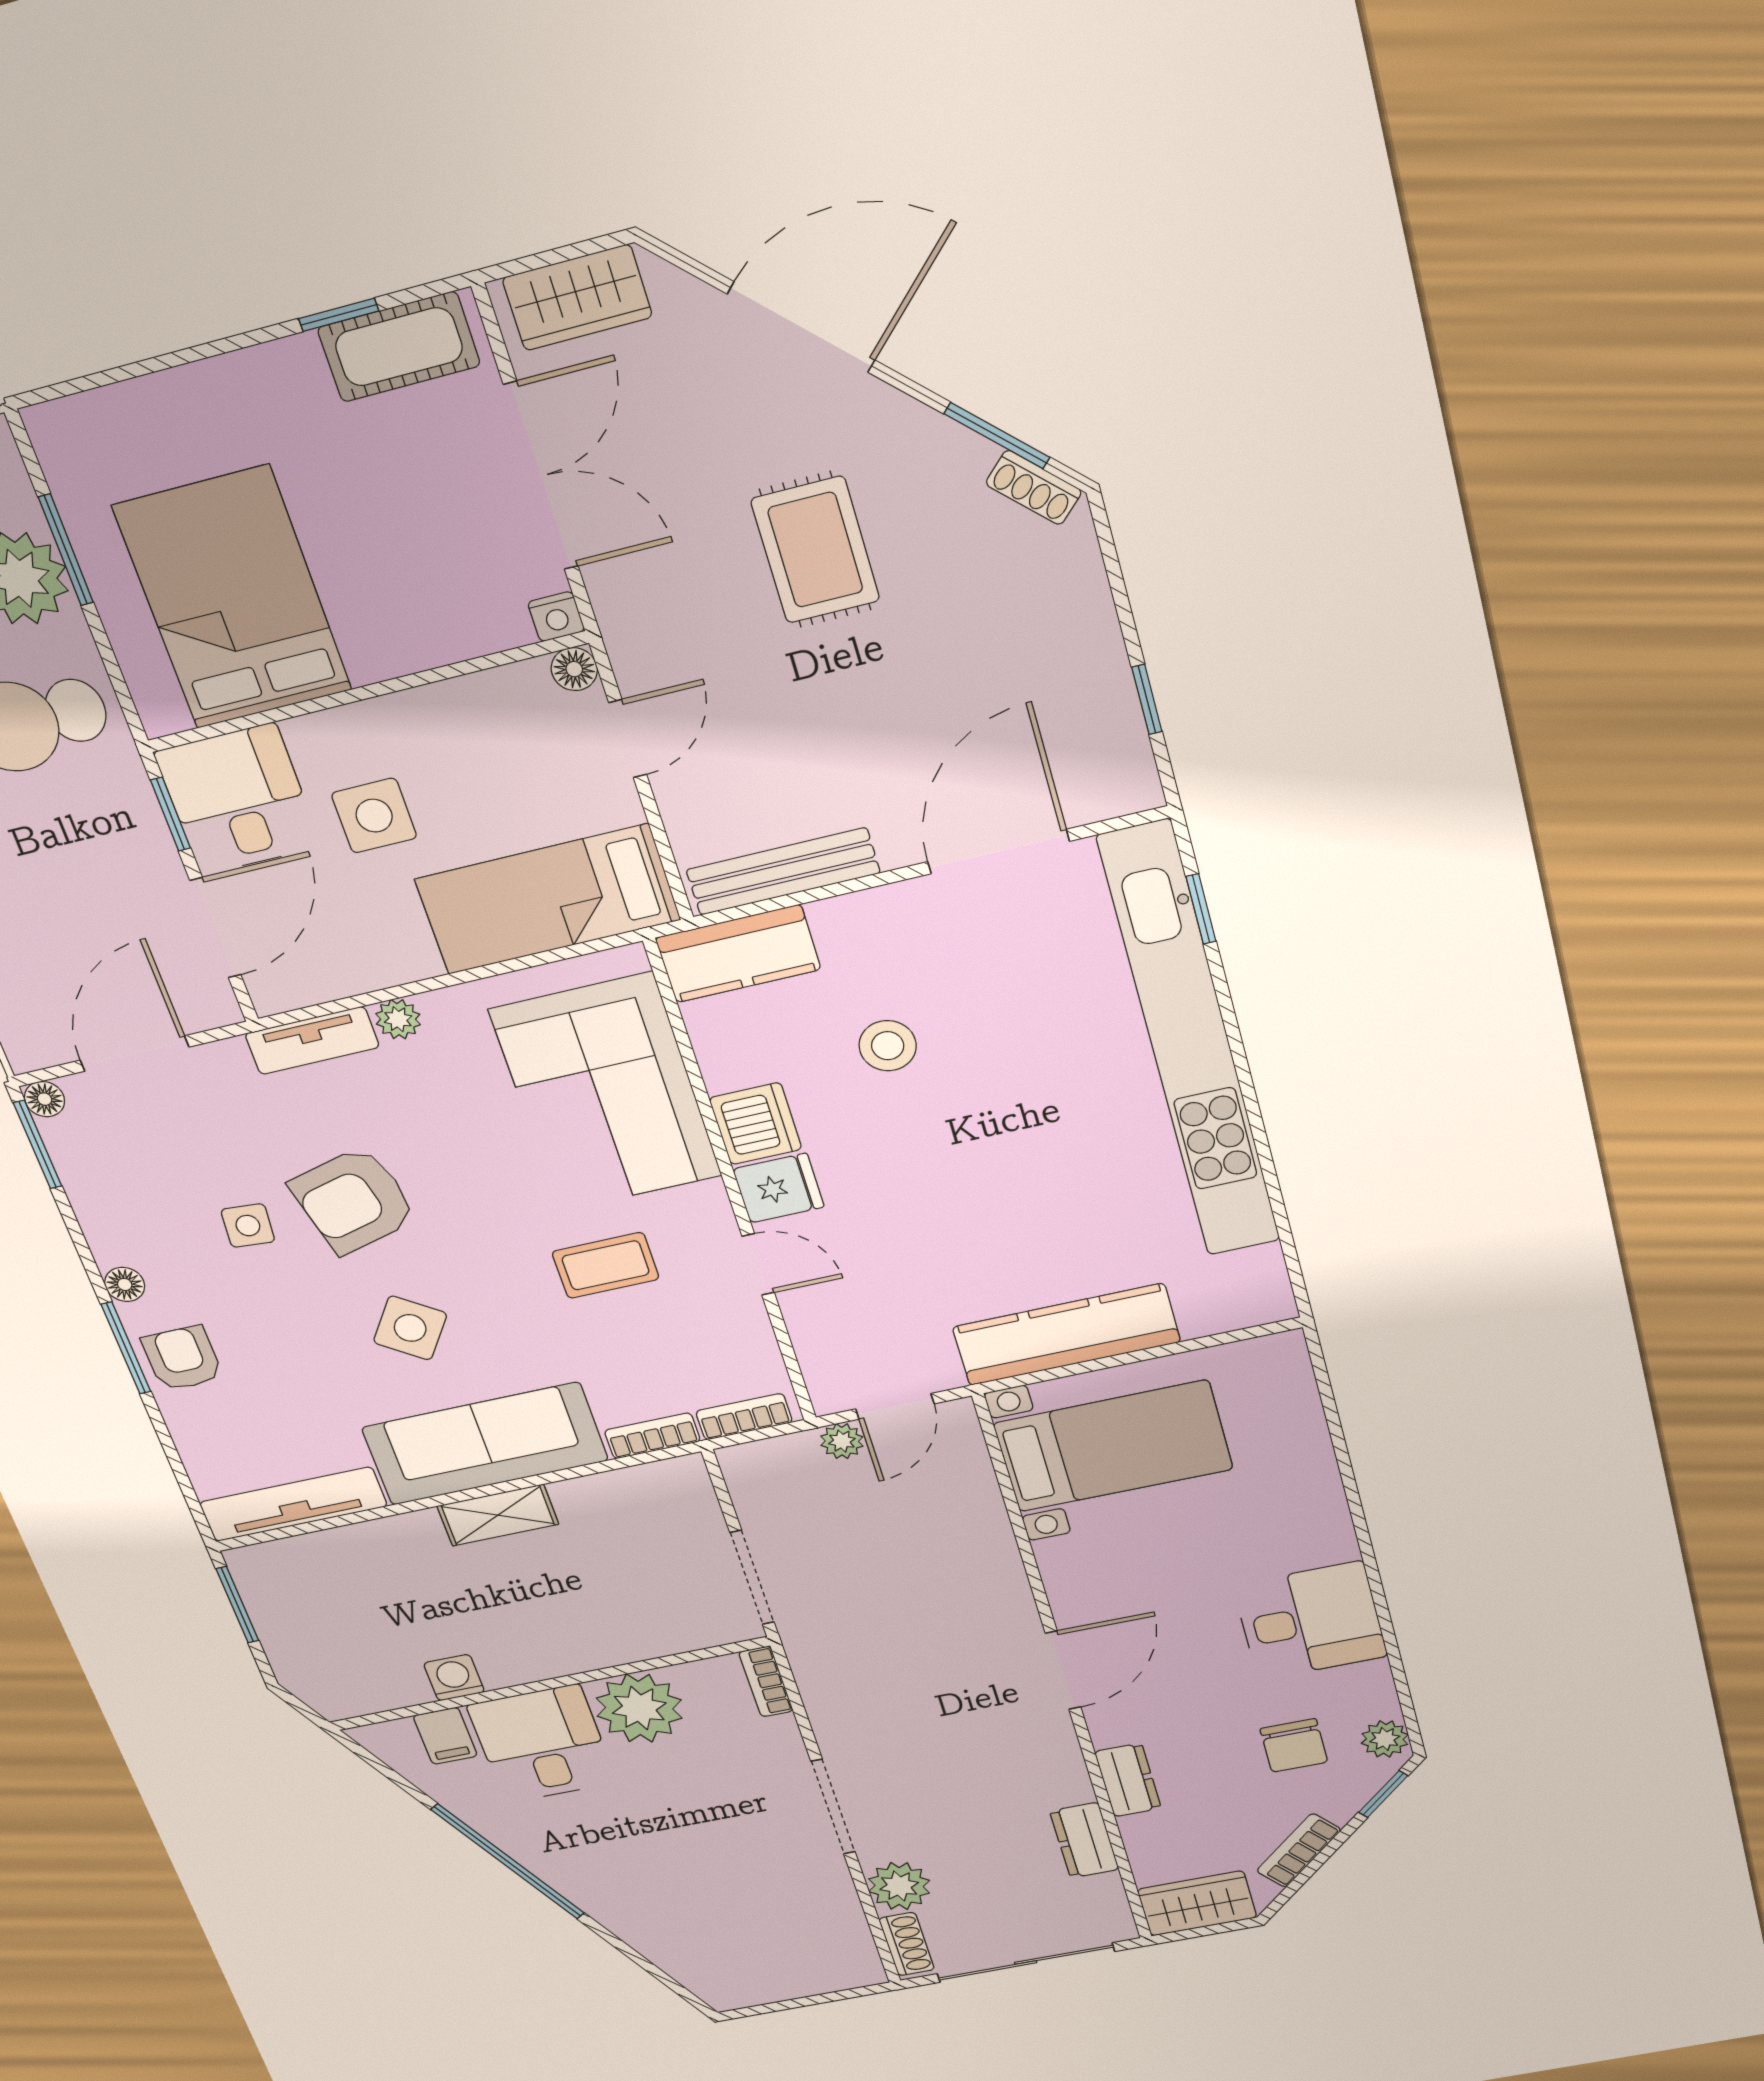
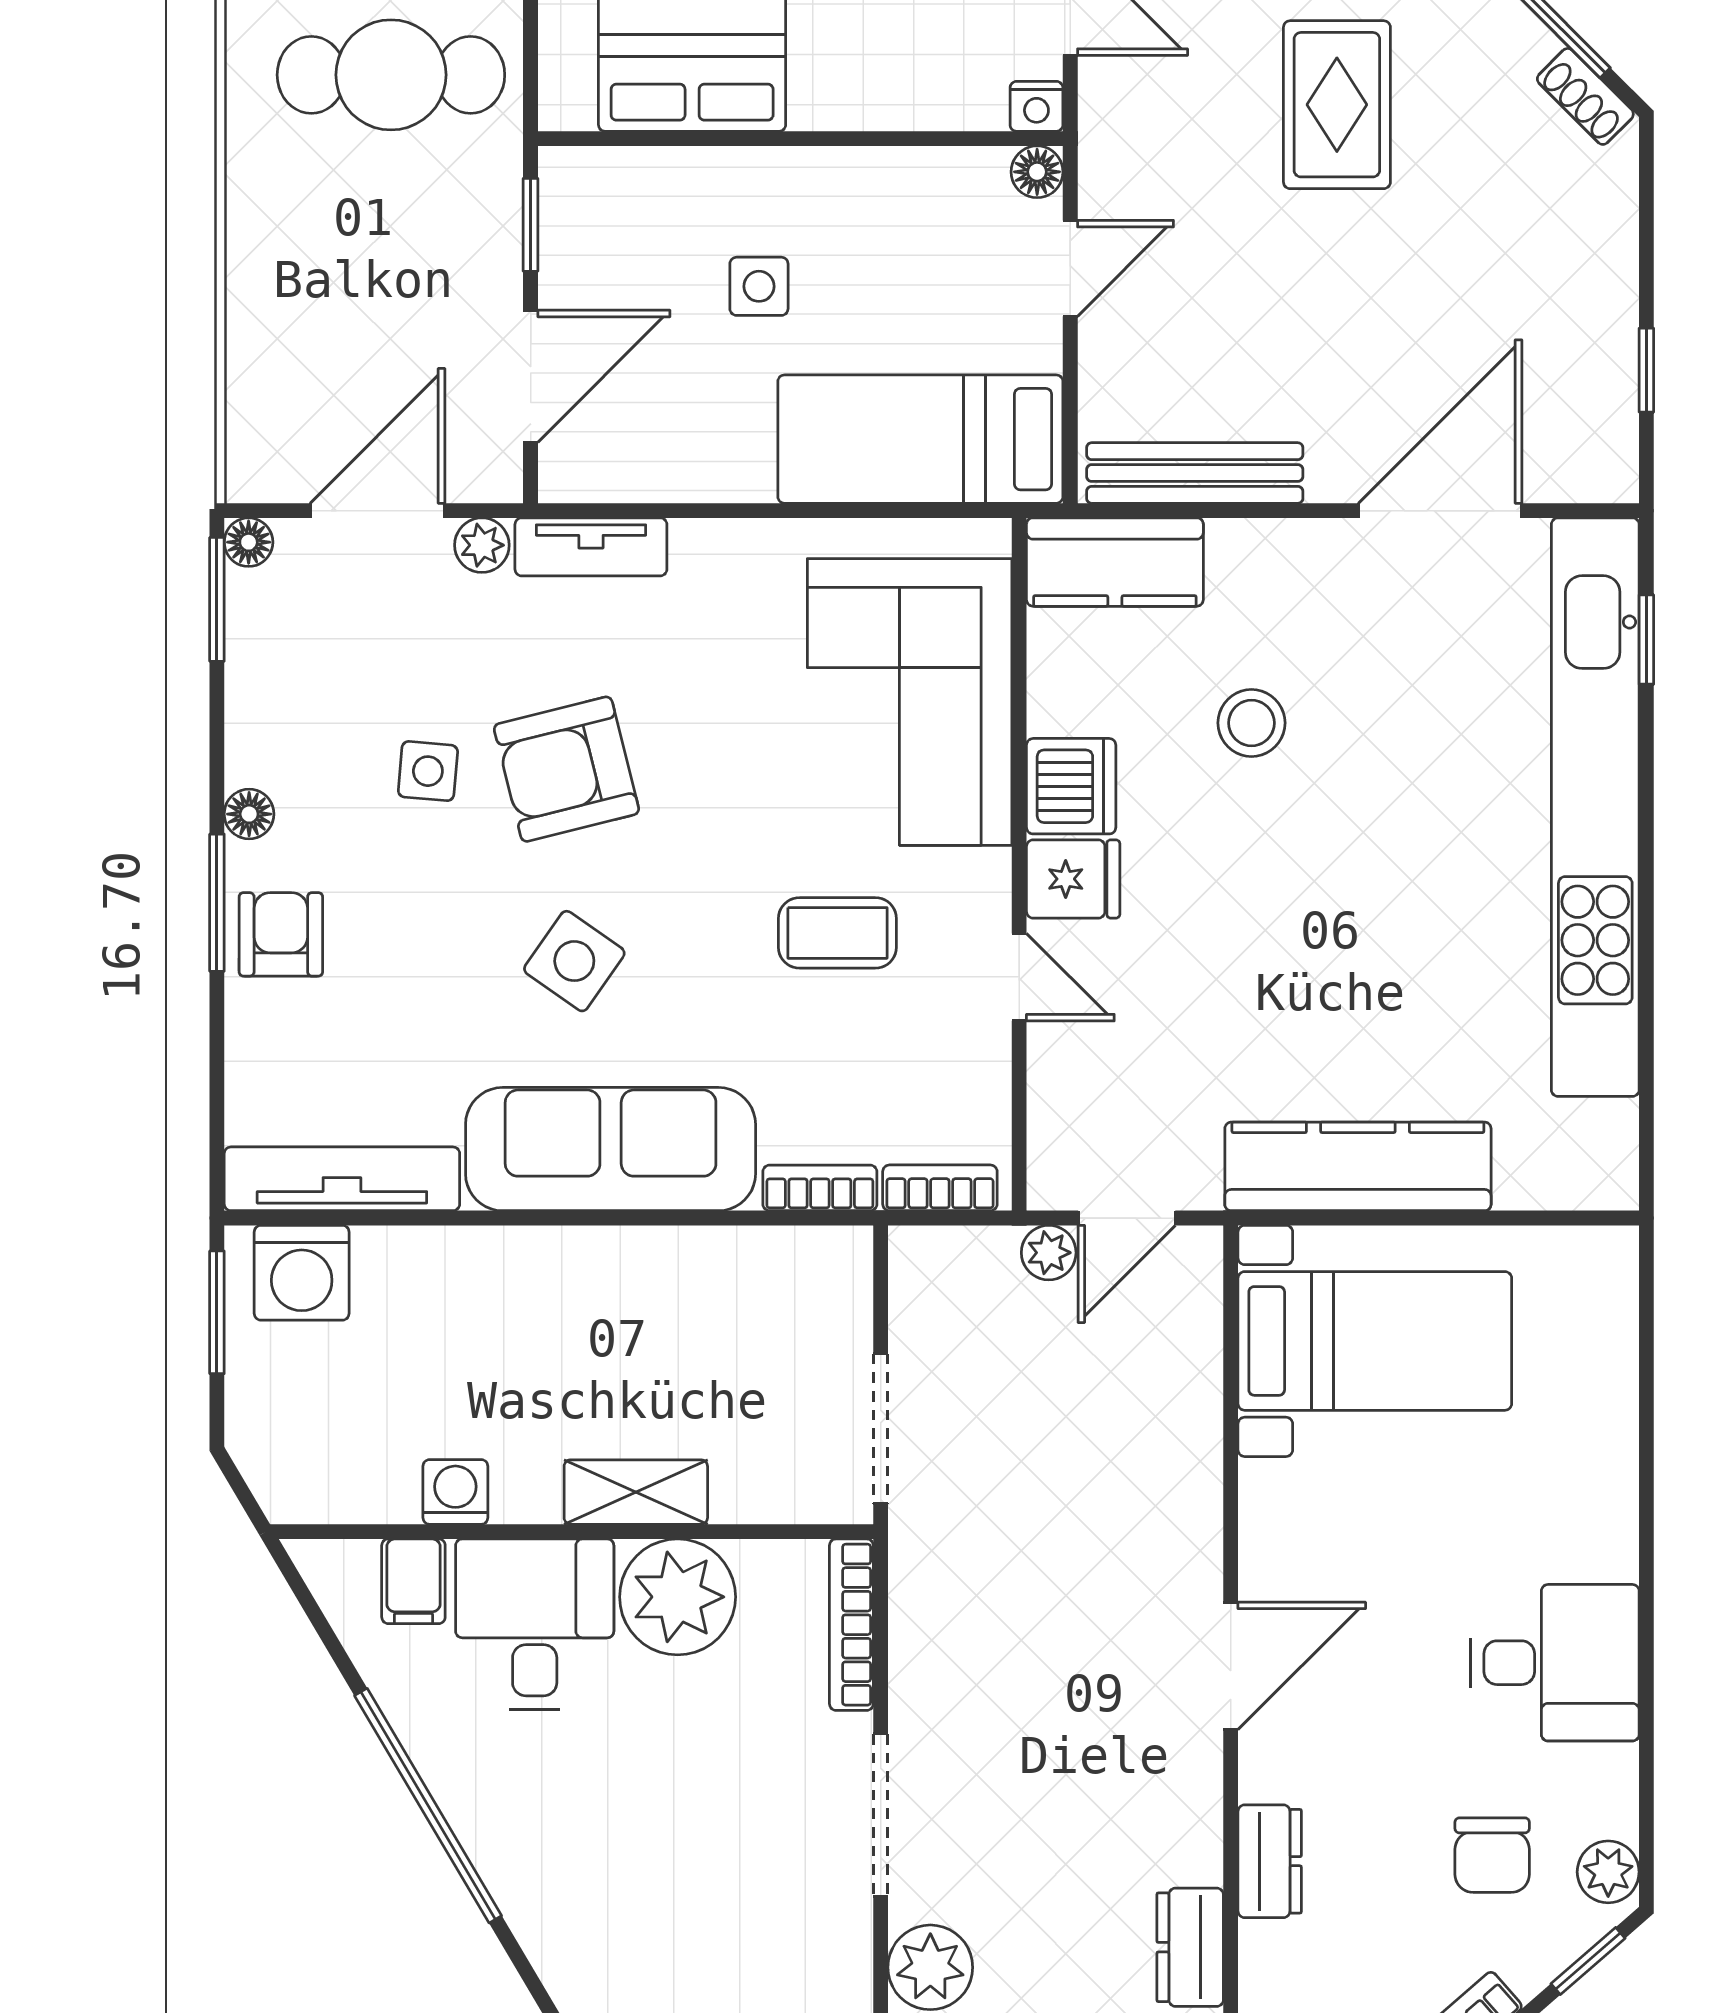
desk: (238, 799) -> (613, 227), removed
side table: (374, 816) -> (759, 286), width x0.73, depth x0.73
plant: (398, 1019) -> (482, 545), moved
shelving: (498, 1515) -> (636, 1492), moved
washing machine: (288, 1568) -> (302, 1273), added
bookcase: (766, 1682) -> (851, 1625), width x1.56

